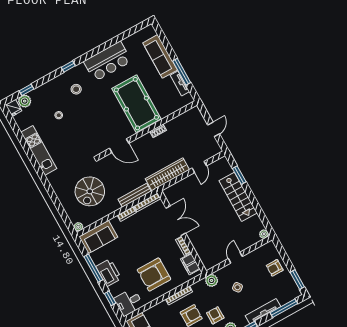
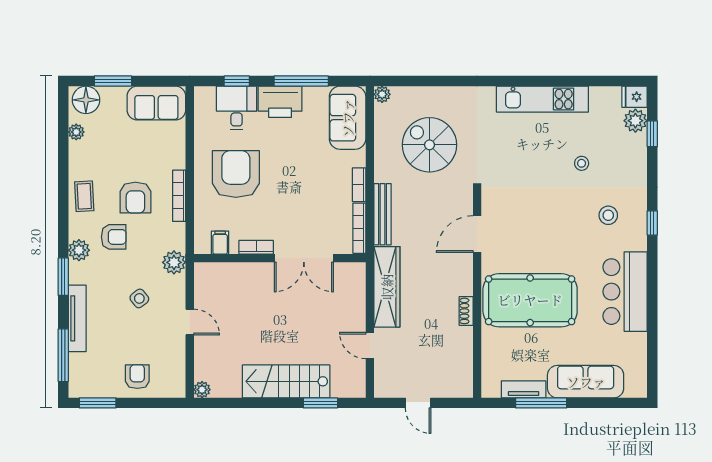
filing cabinet: (190, 264) -> (220, 243), width x0.50
desk: (129, 302) -> (237, 108), moved

